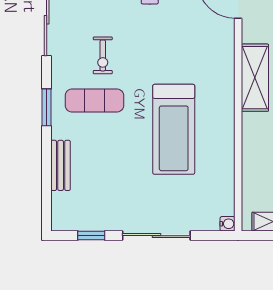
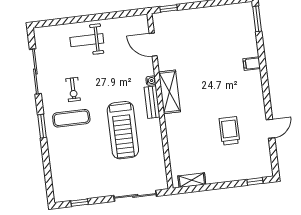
bench: (61, 165) -> (152, 102), moved
water cooler: (227, 224) -> (151, 81), moved
sliding door: (156, 236) -> (135, 196), moved

